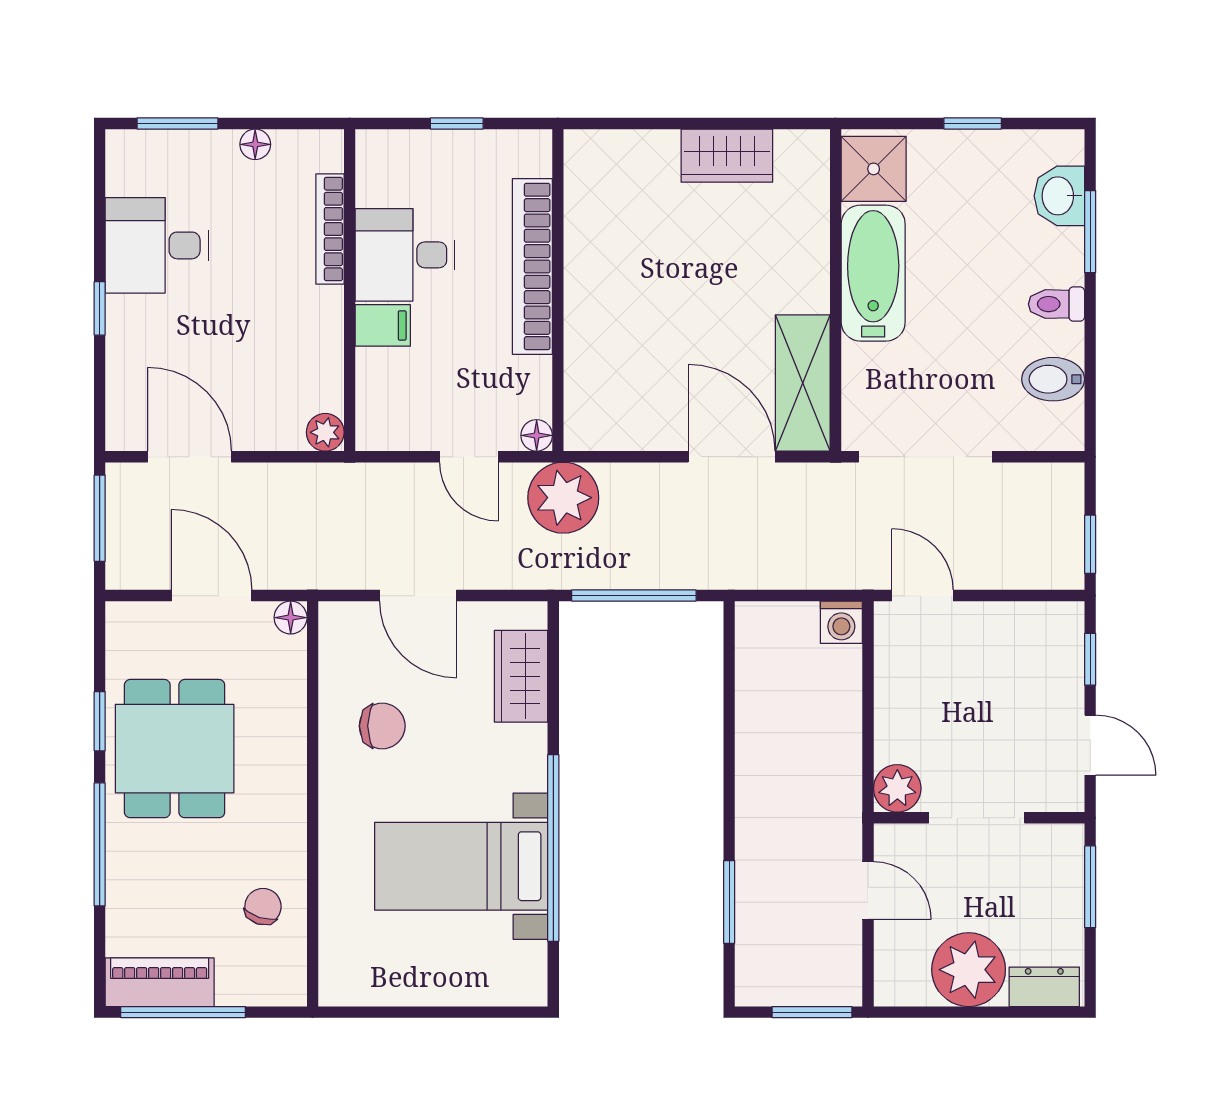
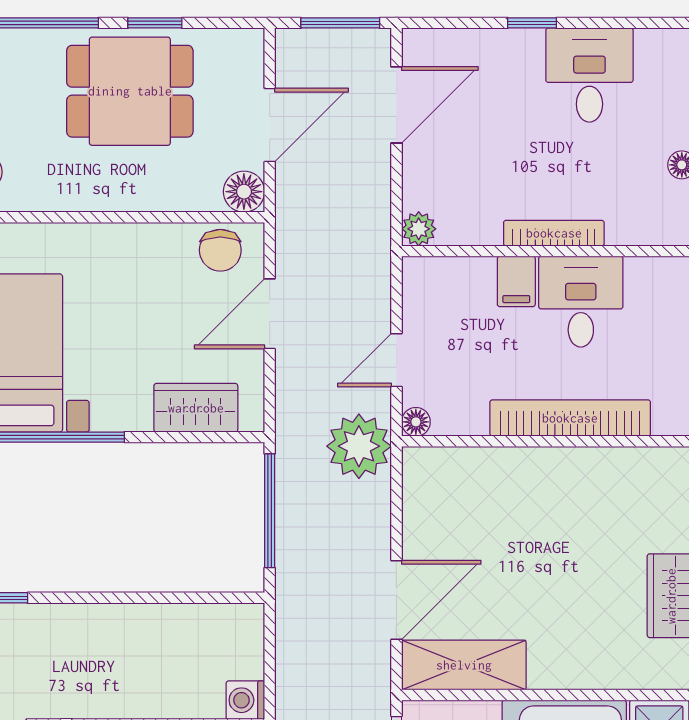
bookcase: (330, 229) -> (554, 233), moved
floor lamp: (291, 618) -> (244, 192), width x1.37, depth x1.37
chair: (382, 726) -> (220, 250), moved

